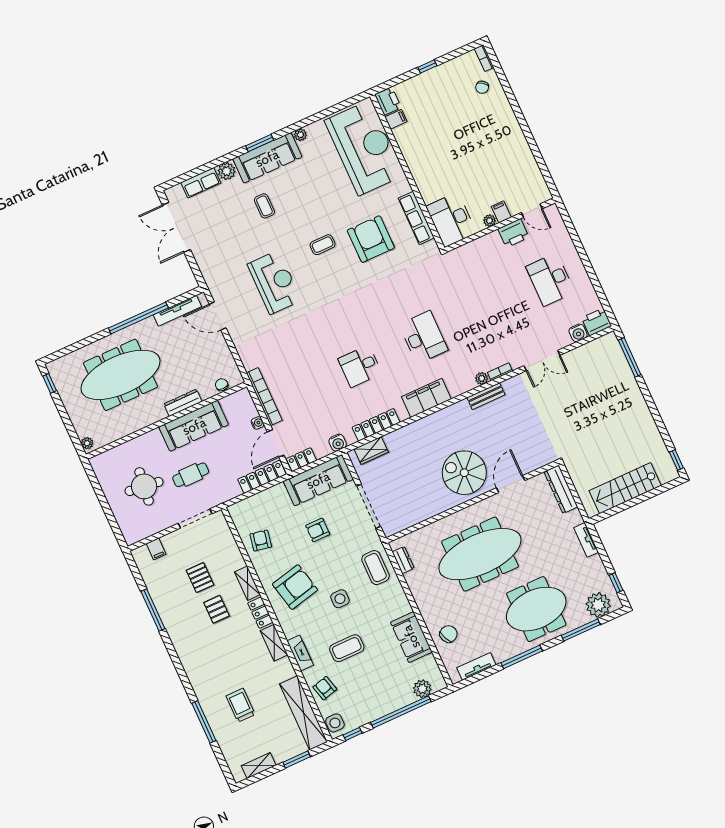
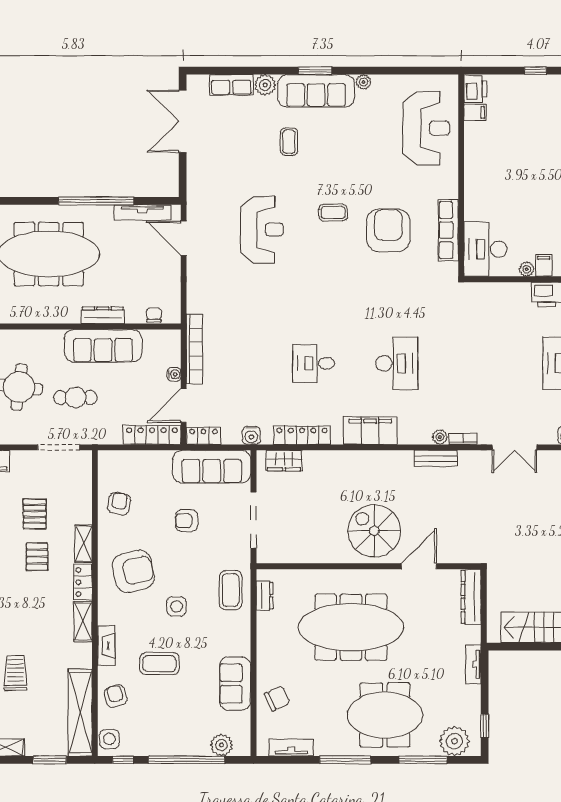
reception desk: (364, 148) -> (426, 128), width x0.74, depth x0.77

